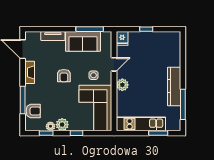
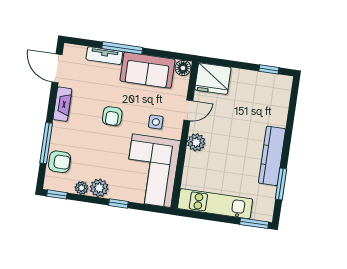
window: (90, 29) -> (122, 48), moved
window: (146, 29) -> (269, 69), moved
floor lamp: (106, 37) -> (183, 68), added
fridge: (122, 38) -> (213, 79), width x1.88, depth x1.34
window: (183, 104) -> (281, 184), width x0.69
window: (46, 133) -> (57, 194), moved
window: (158, 133) -> (254, 223), moved

